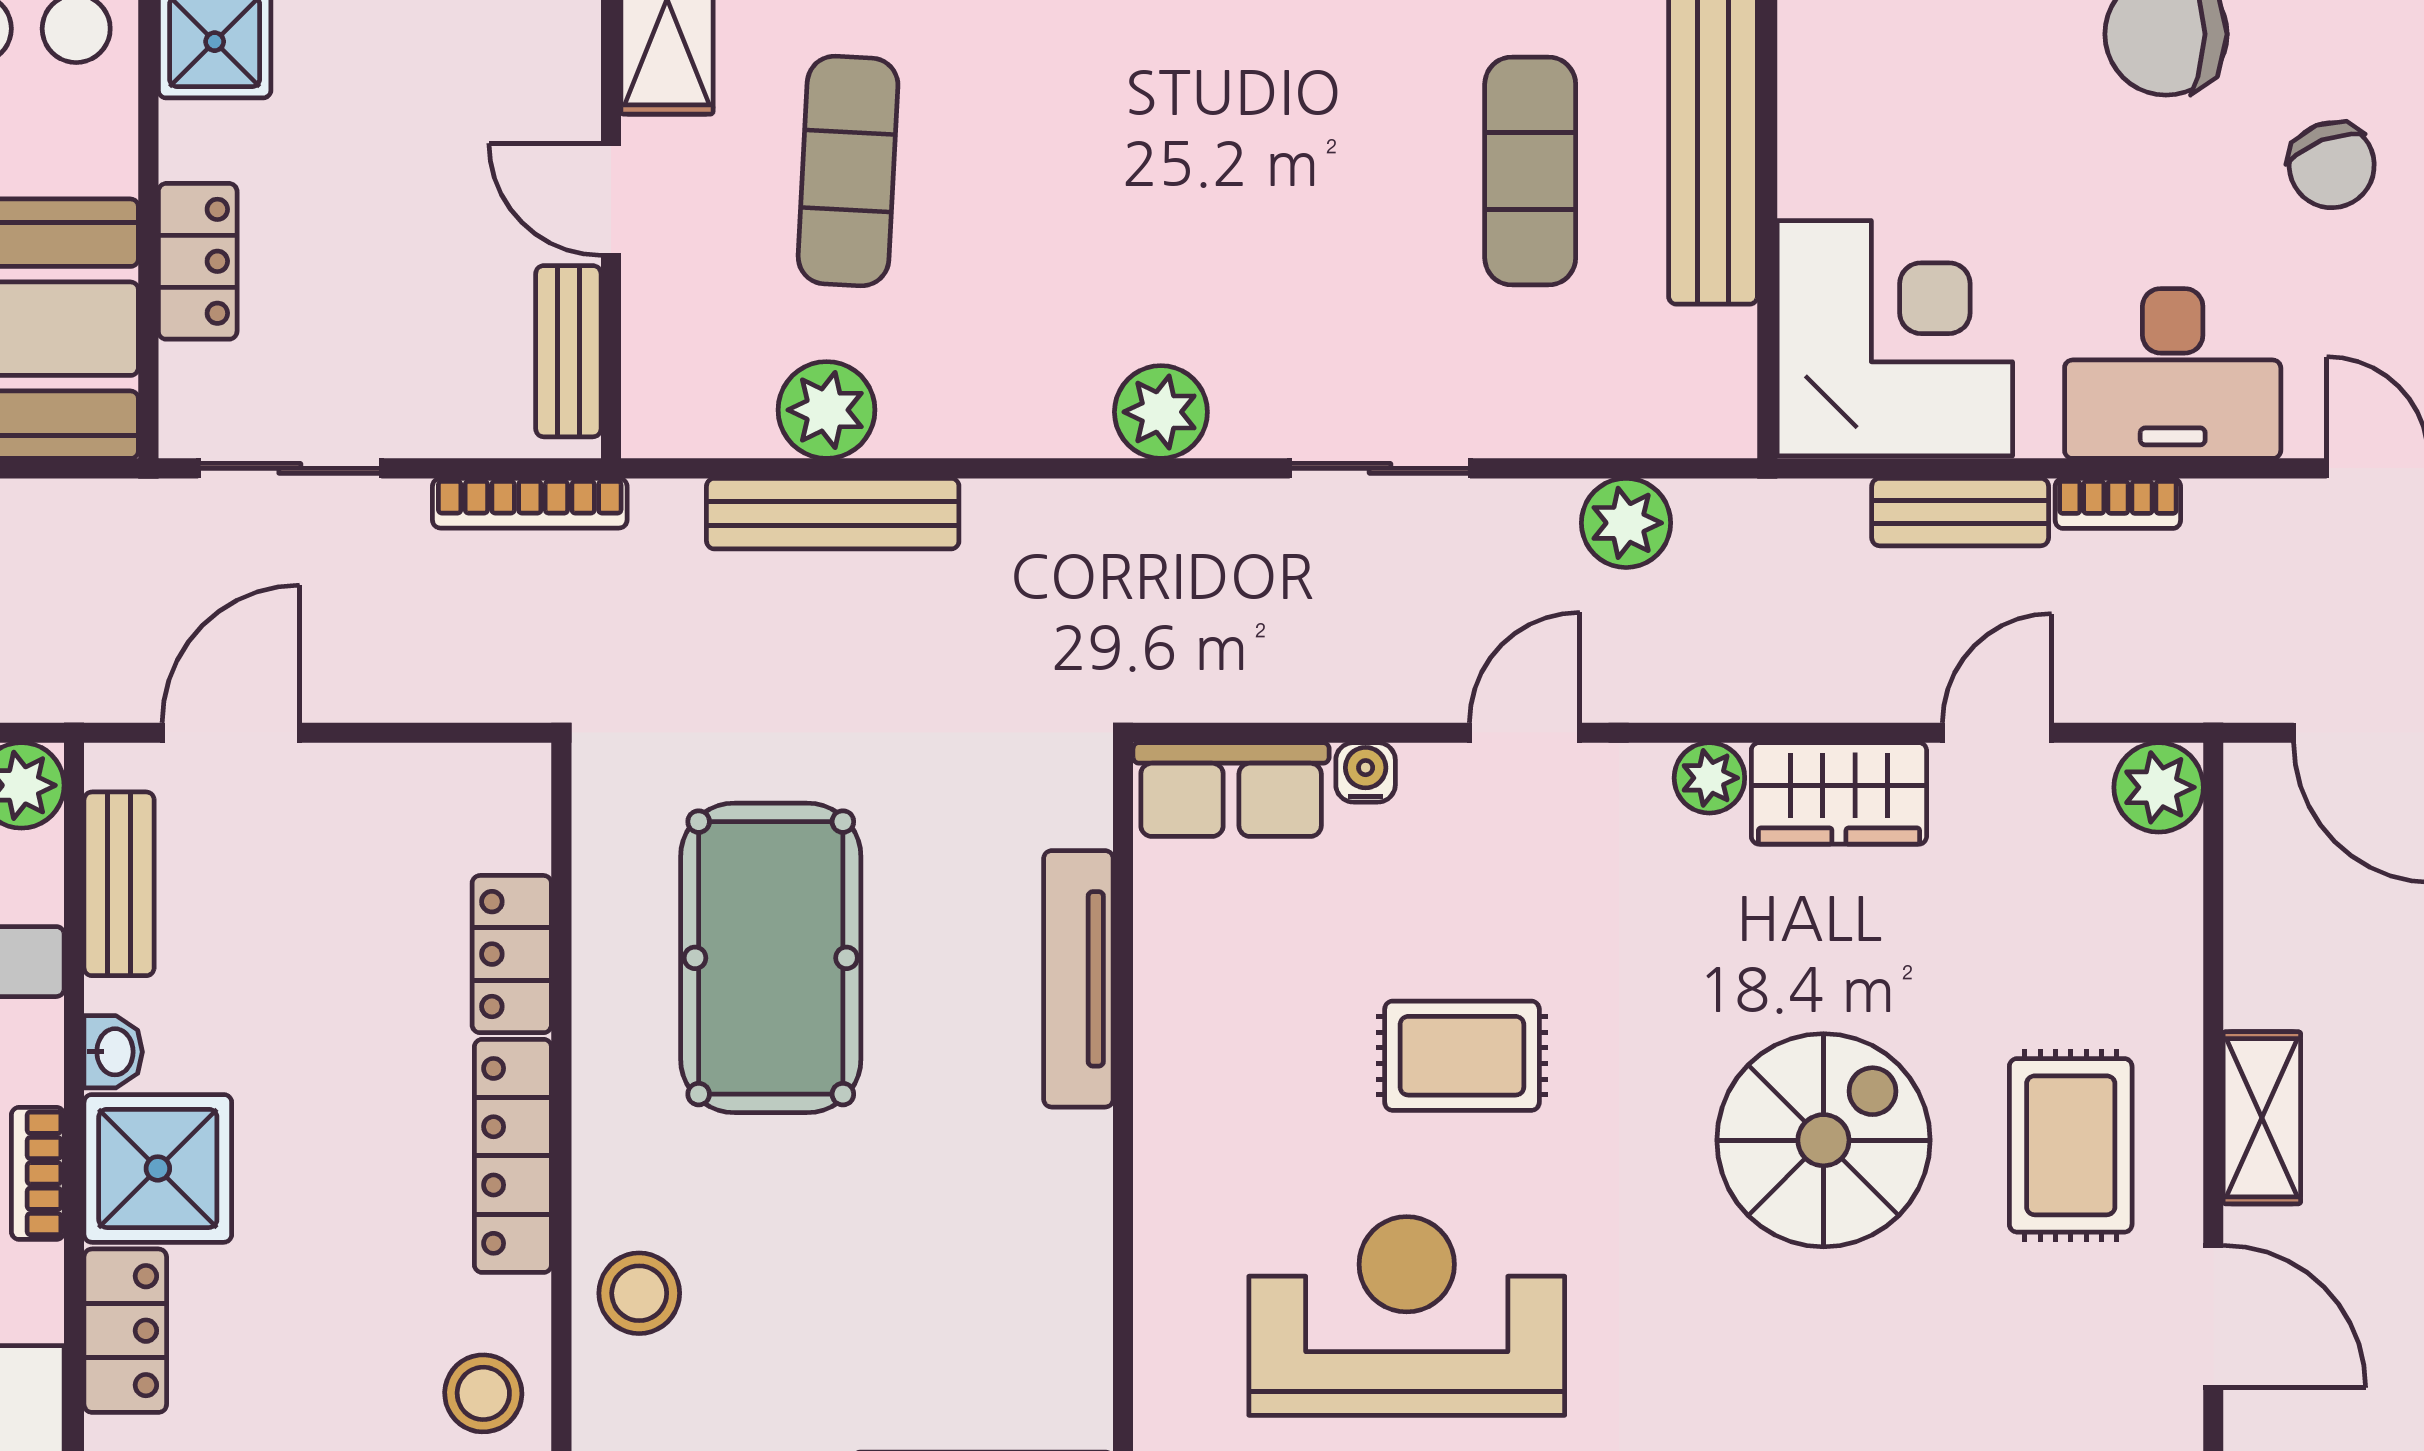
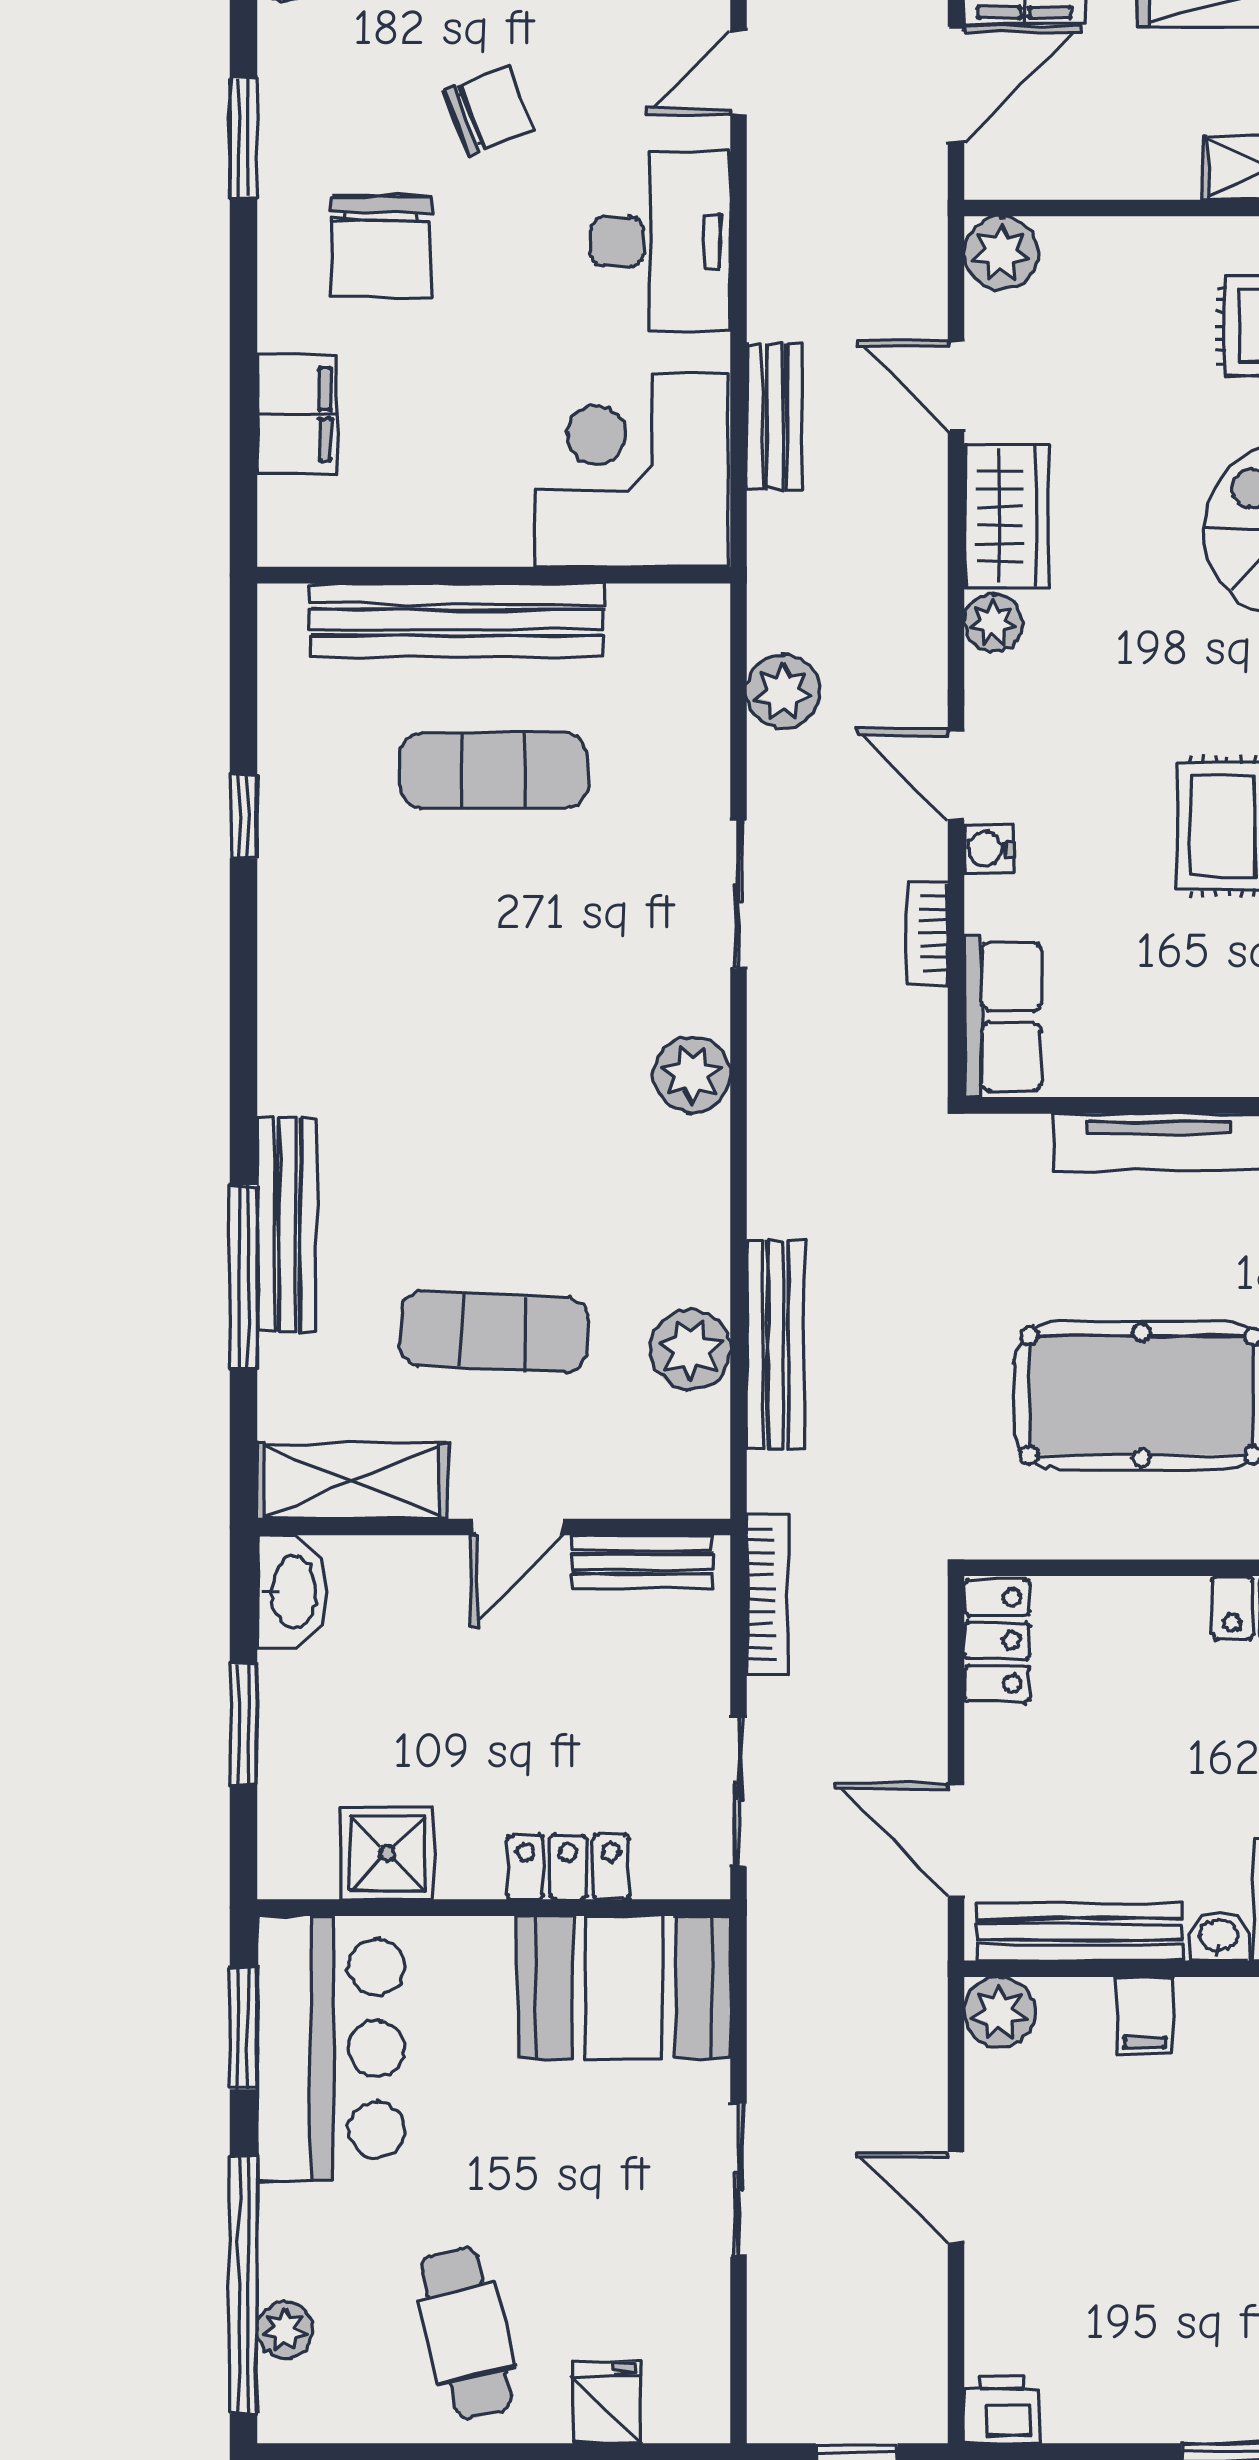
bookcase: (2118, 503) -> (927, 933), moved, turned 180
water cooler: (1366, 772) -> (989, 849), moved
bench: (119, 884) -> (1080, 1932), width x1.36
locker: (512, 954) -> (997, 1641), moved, turned -90

